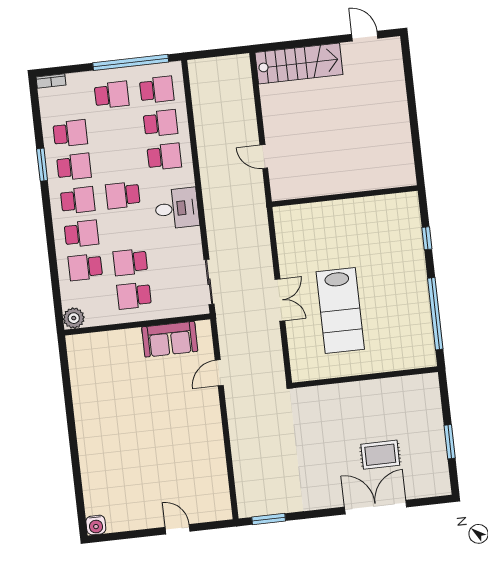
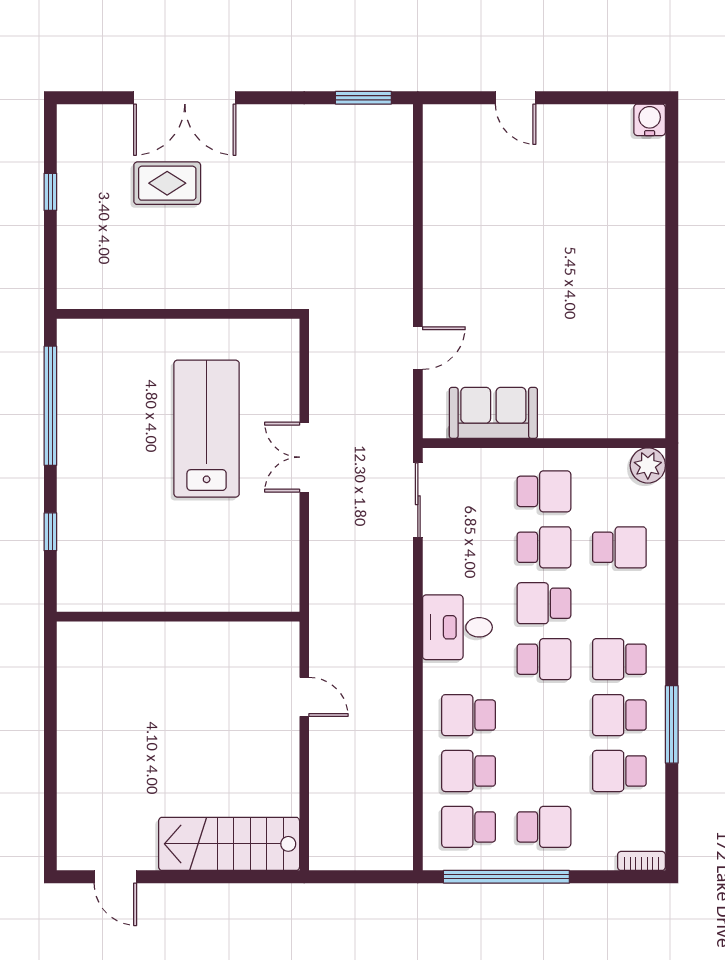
school desk: (112, 95) -> (544, 827), turned 180
window: (42, 165) -> (672, 724), width x1.44
school desk: (81, 234) -> (544, 603), moved
window: (450, 442) -> (50, 192), width x0.67

